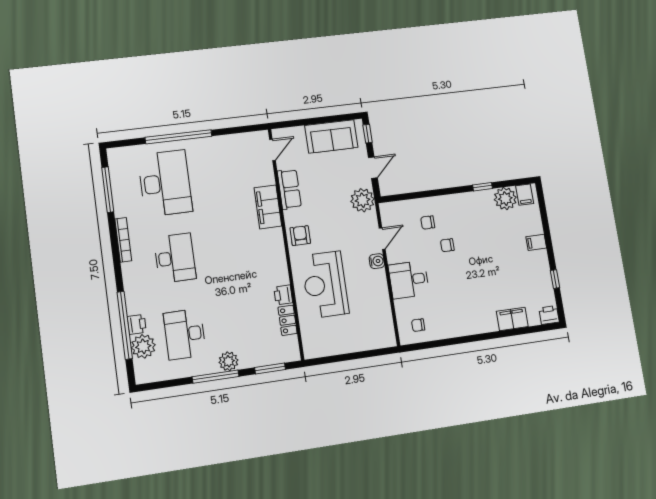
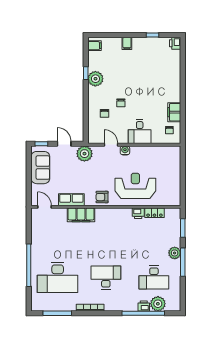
desk: (165, 183) -> (58, 277), turned 180
plant: (505, 199) -> (95, 79), moved
reception desk: (325, 285) -> (135, 186), turned 180
filing cabinet: (512, 319) -> (174, 112), moved

